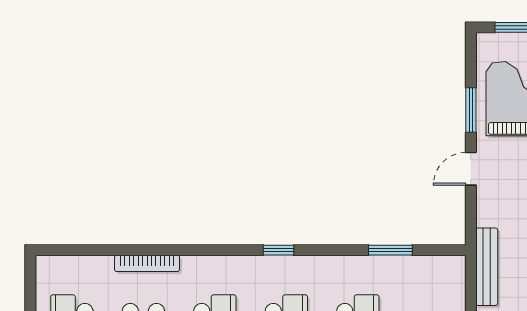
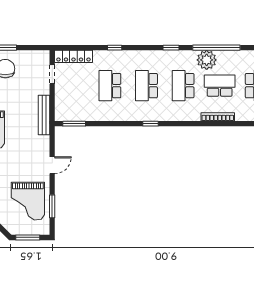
window: (471, 110) -> (52, 206), moved
window: (390, 250) -> (74, 124), moved

